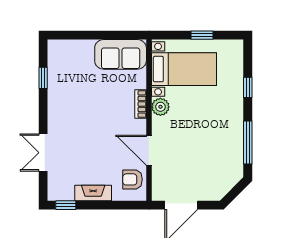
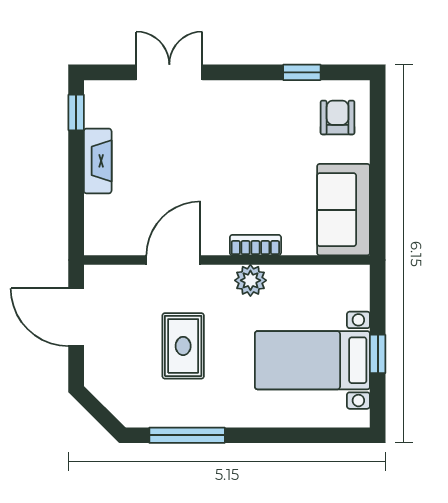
bed with nightstands: (184, 69) -> (312, 360), moved, turned 90
window: (248, 87) -> (285, 435), removed
rug: (197, 145) -> (183, 346), added
armchair: (132, 179) -> (338, 117), moved

